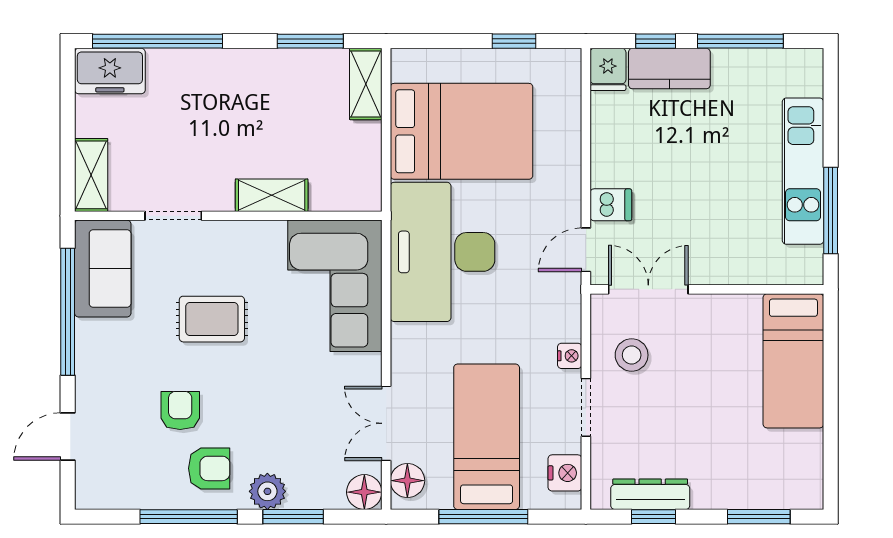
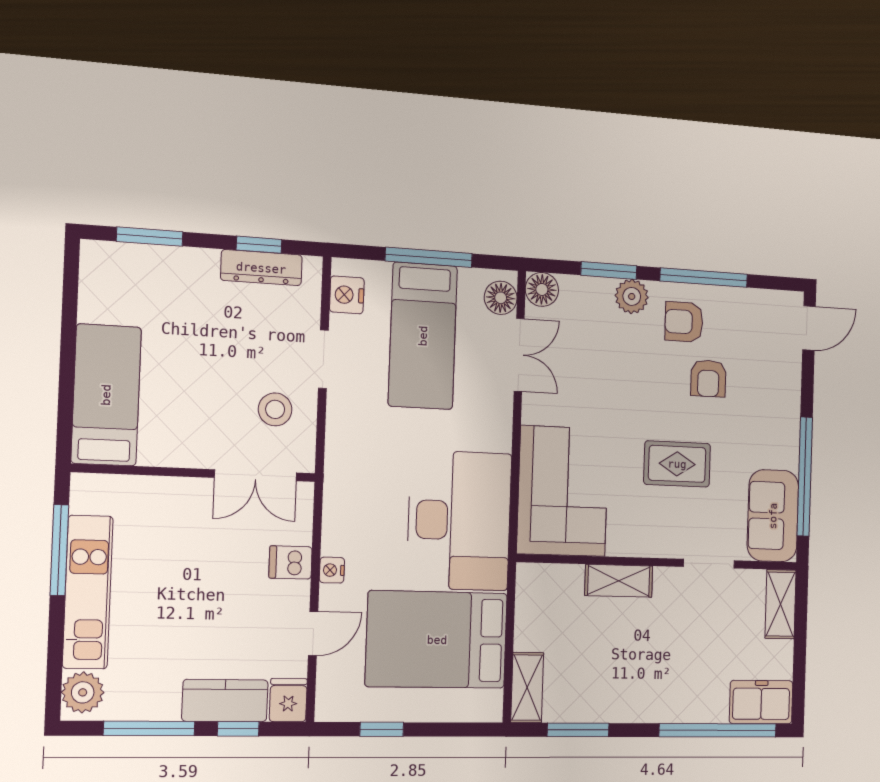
plant: (804, 75) -> (83, 692), added
door: (586, 250) -> (313, 633), moved
nightstand: (570, 356) -> (332, 570), moved
door: (68, 436) -> (809, 328), moved

